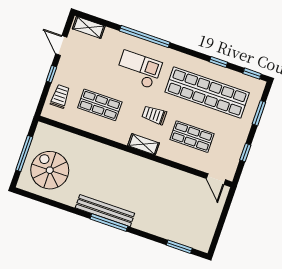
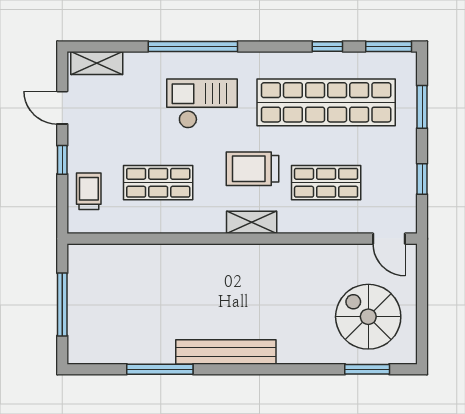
window: (252, 74) -> (389, 46), width x1.50
trolley: (154, 115) -> (252, 169), width x1.36, depth x1.39
spiral stairs: (50, 170) -> (368, 317), moved
window: (109, 223) -> (160, 369), moved

